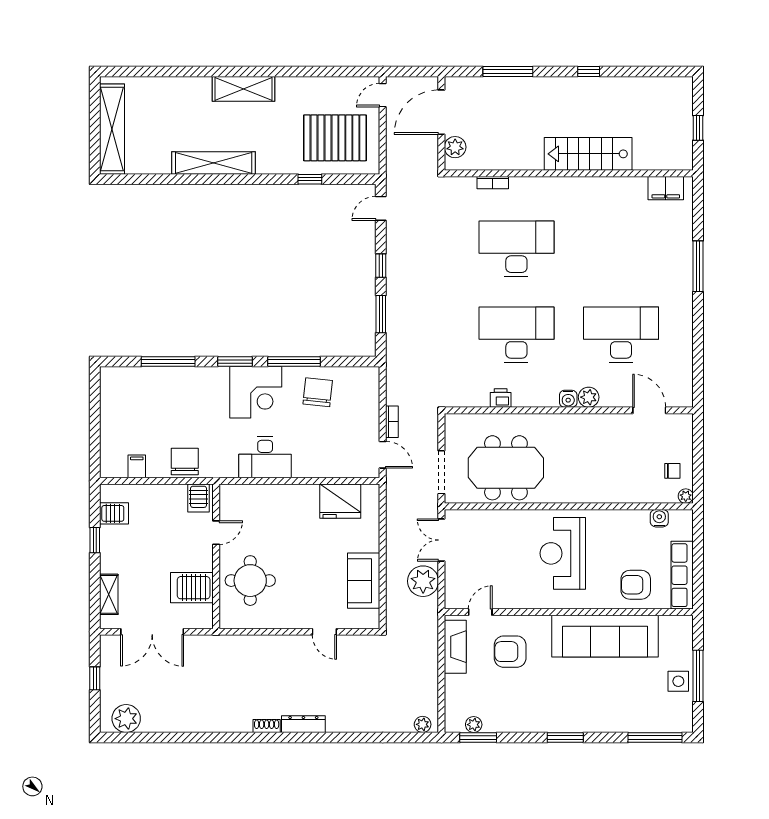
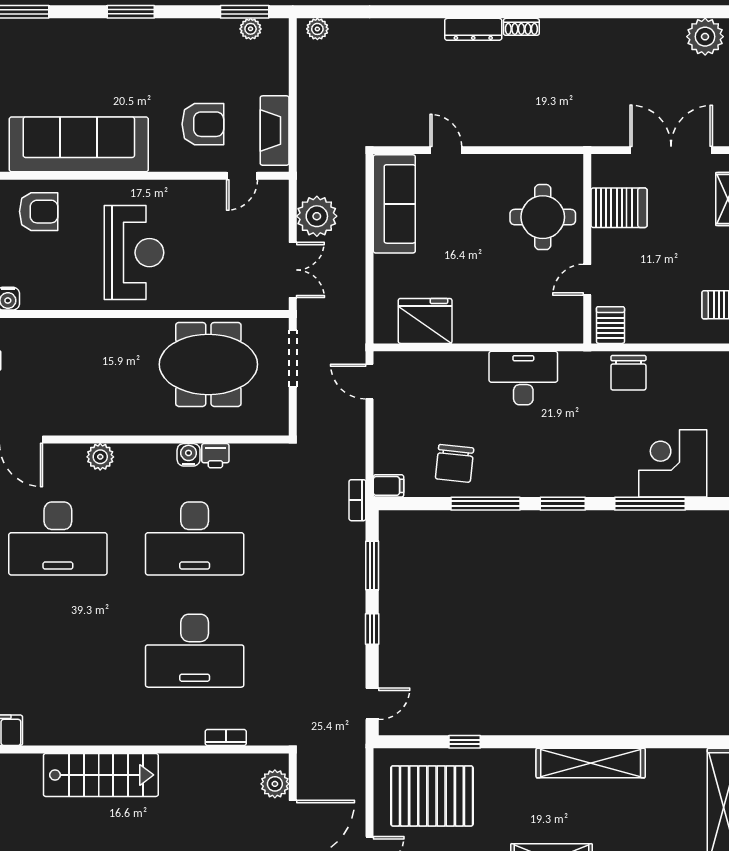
corner desk: (256, 392) -> (673, 463), moved
water cooler: (568, 399) -> (189, 455), moved
bookcase: (392, 422) -> (357, 500), moved
filing cabinet: (137, 466) -> (388, 486), moved, turned -90
sofa: (364, 581) -> (394, 204), width x1.36

